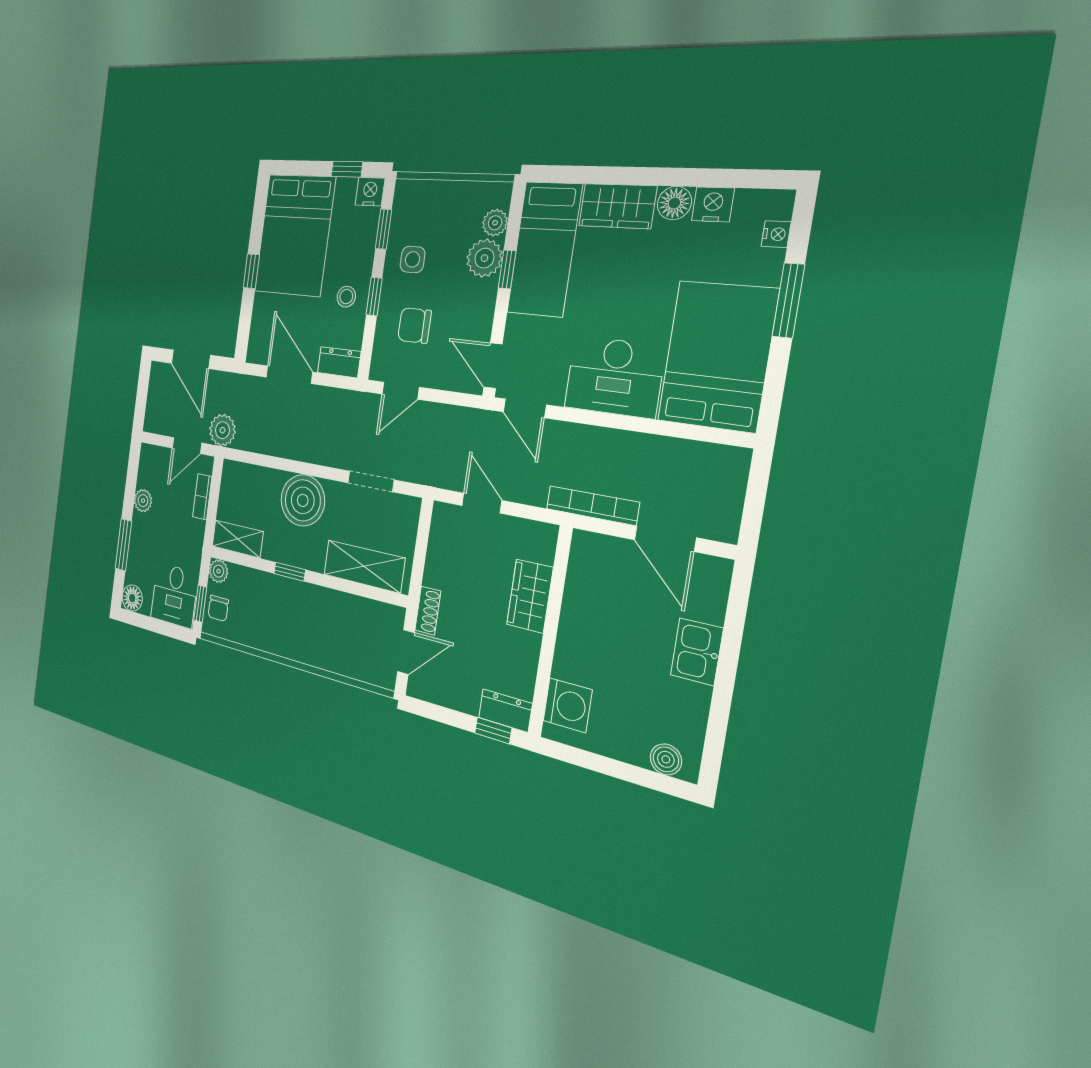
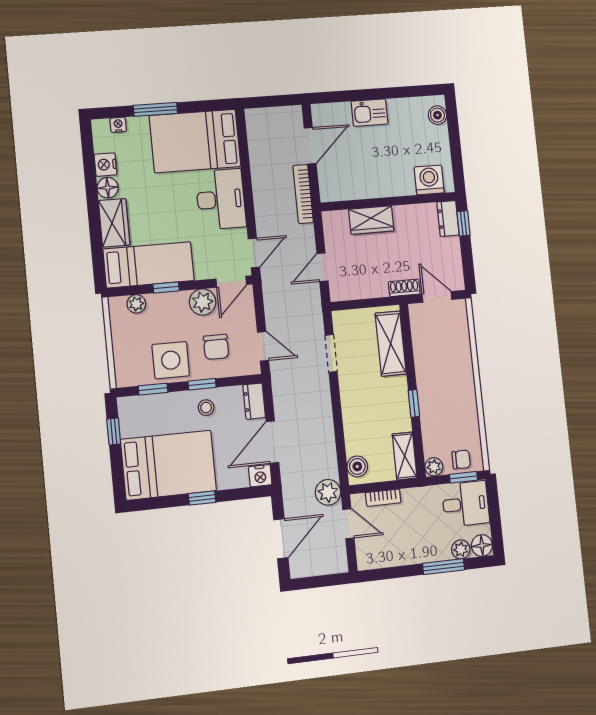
nightstand: (370, 192) -> (260, 476), moved, turned -90
plant: (484, 258) -> (203, 302), moved
side table: (413, 259) -> (171, 360), width x1.87, depth x1.87
boiler: (303, 500) -> (357, 466), moved, width x0.54, depth x0.54
plant: (143, 501) -> (461, 549), moved

